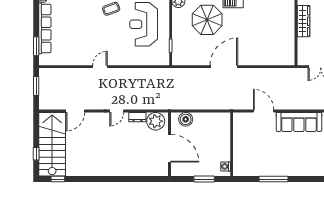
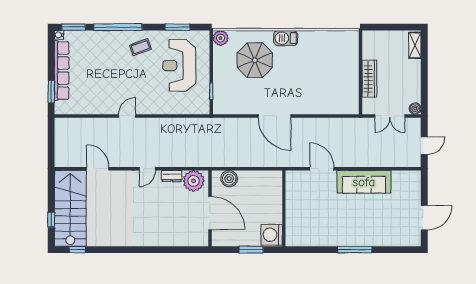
wardrobe: (303, 21) -> (369, 79), moved
door: (224, 67) -> (275, 116), swing flipped
window: (36, 86) -> (51, 139), removed
door: (75, 111) -> (98, 169), swing flipped
washing machine: (226, 166) -> (272, 235), width x1.89, depth x1.89
window: (274, 179) -> (355, 250), moved

